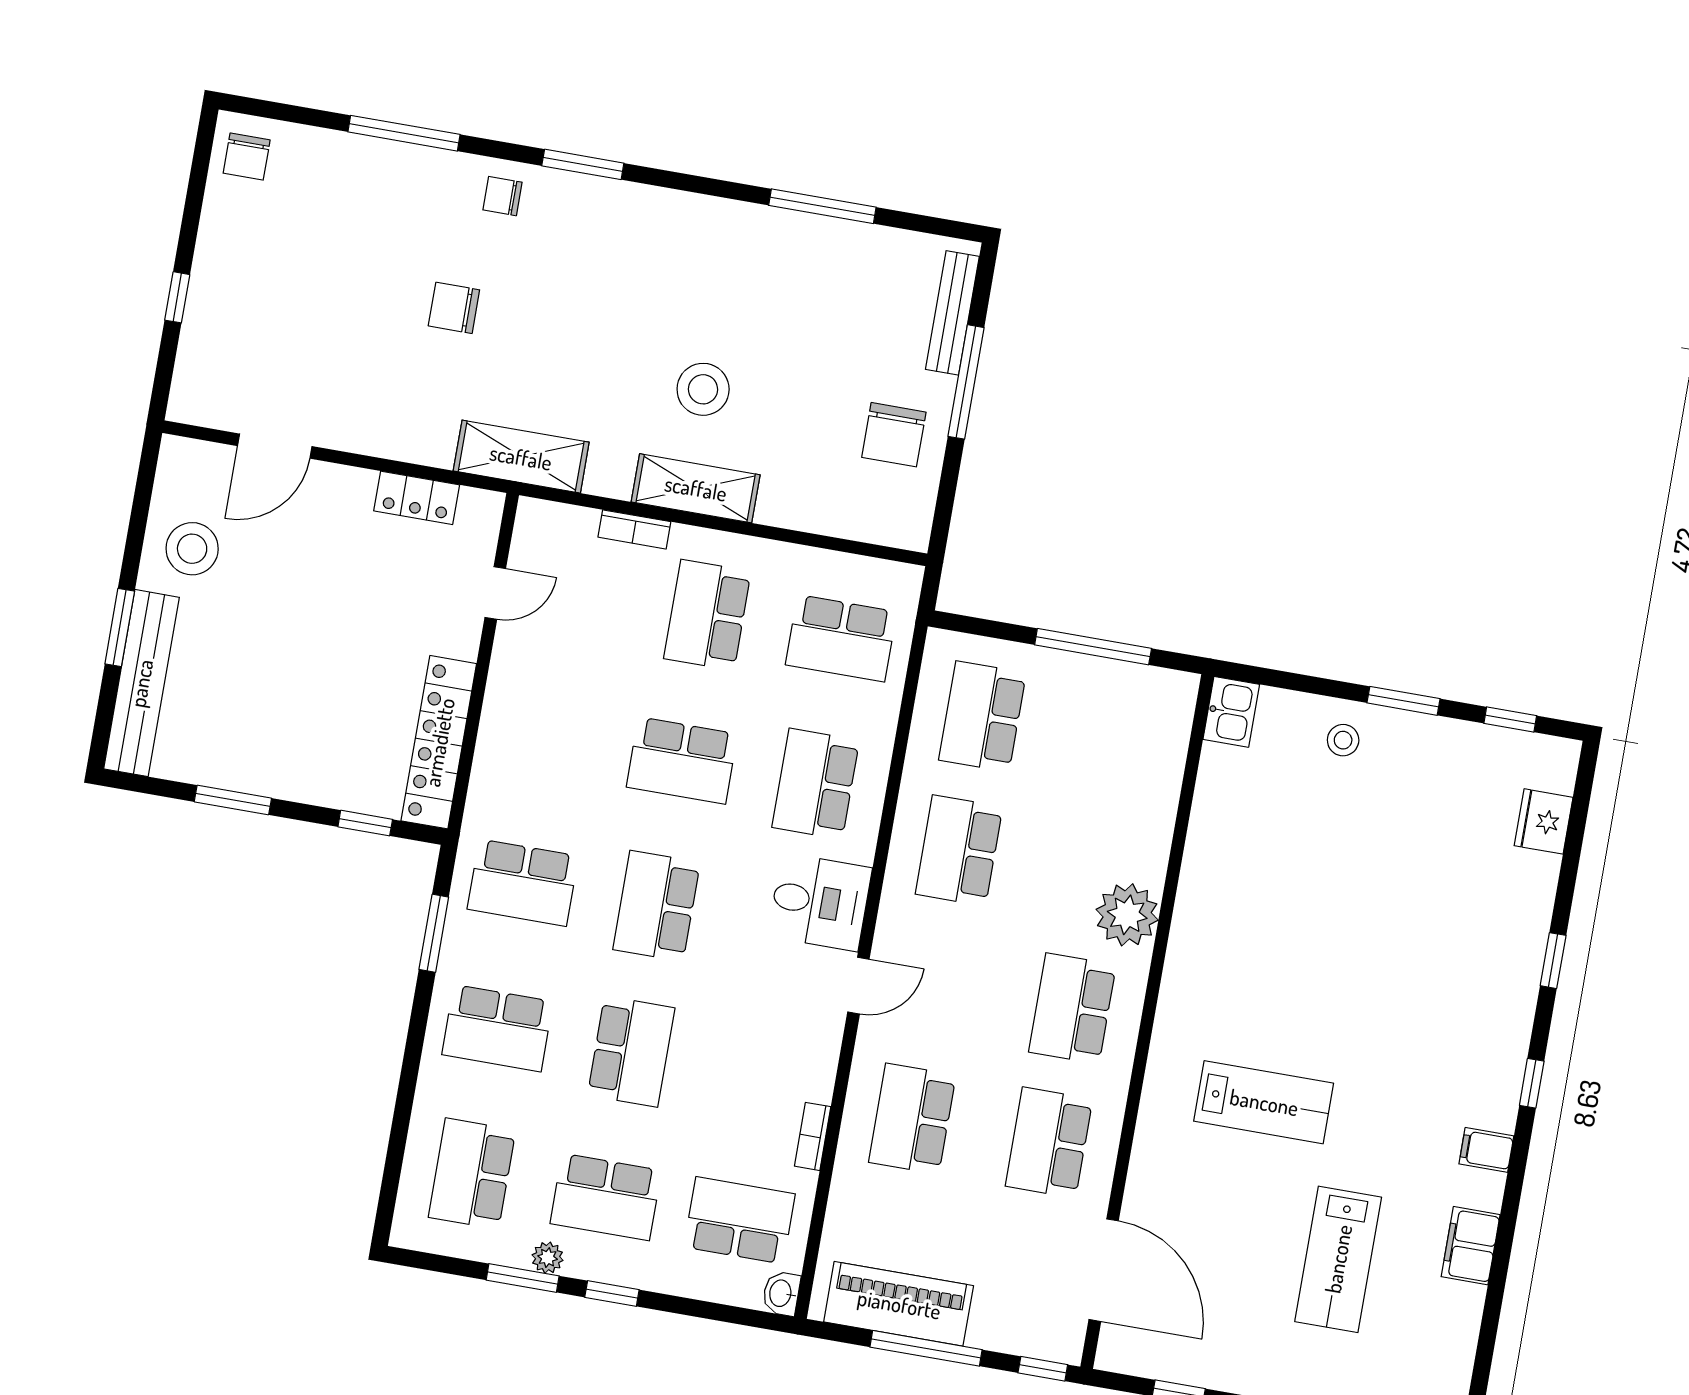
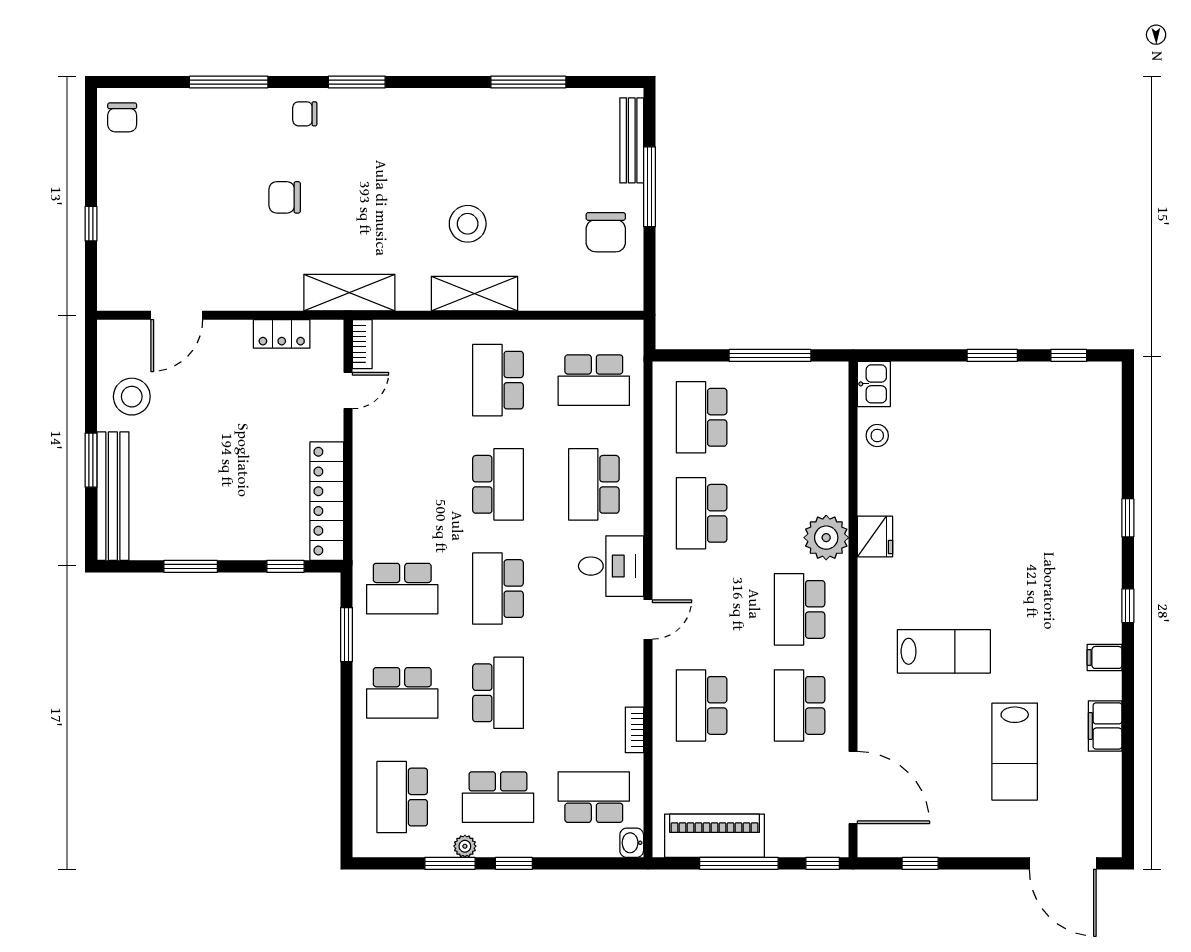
bookcase: (634, 529) -> (362, 344), moved, turned -90
stool: (1343, 740) -> (877, 436), moved
school desk: (682, 760) -> (498, 484), turned -90
fridge: (1544, 821) -> (875, 536), moved, turned 180

